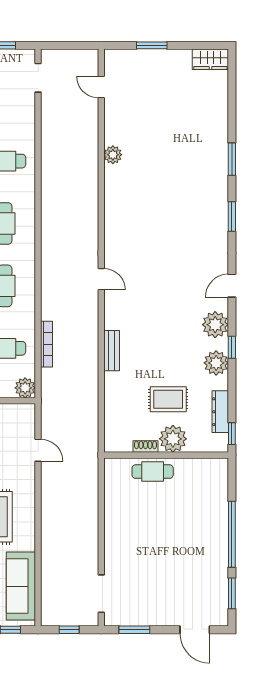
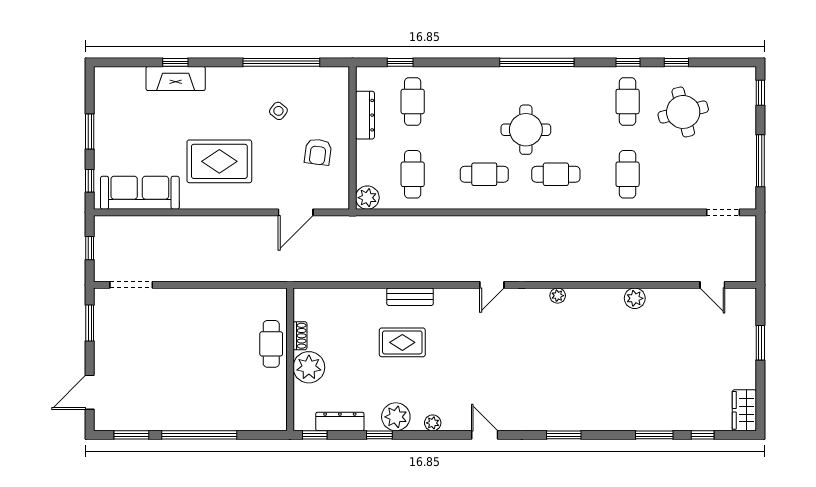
door: (101, 87) -> (712, 285), swing flipped
window: (232, 96) -> (703, 435), added
window: (232, 159) -> (654, 435), moved
plant: (111, 222) -> (558, 296), added
plant: (215, 325) -> (433, 423), width x0.53, depth x0.53
bookcase: (47, 344) -> (417, 222), removed
window: (232, 347) -> (379, 435), moved
rug: (168, 399) -> (402, 342), moved, turned 90
door: (38, 450) -> (296, 212), width x1.38

